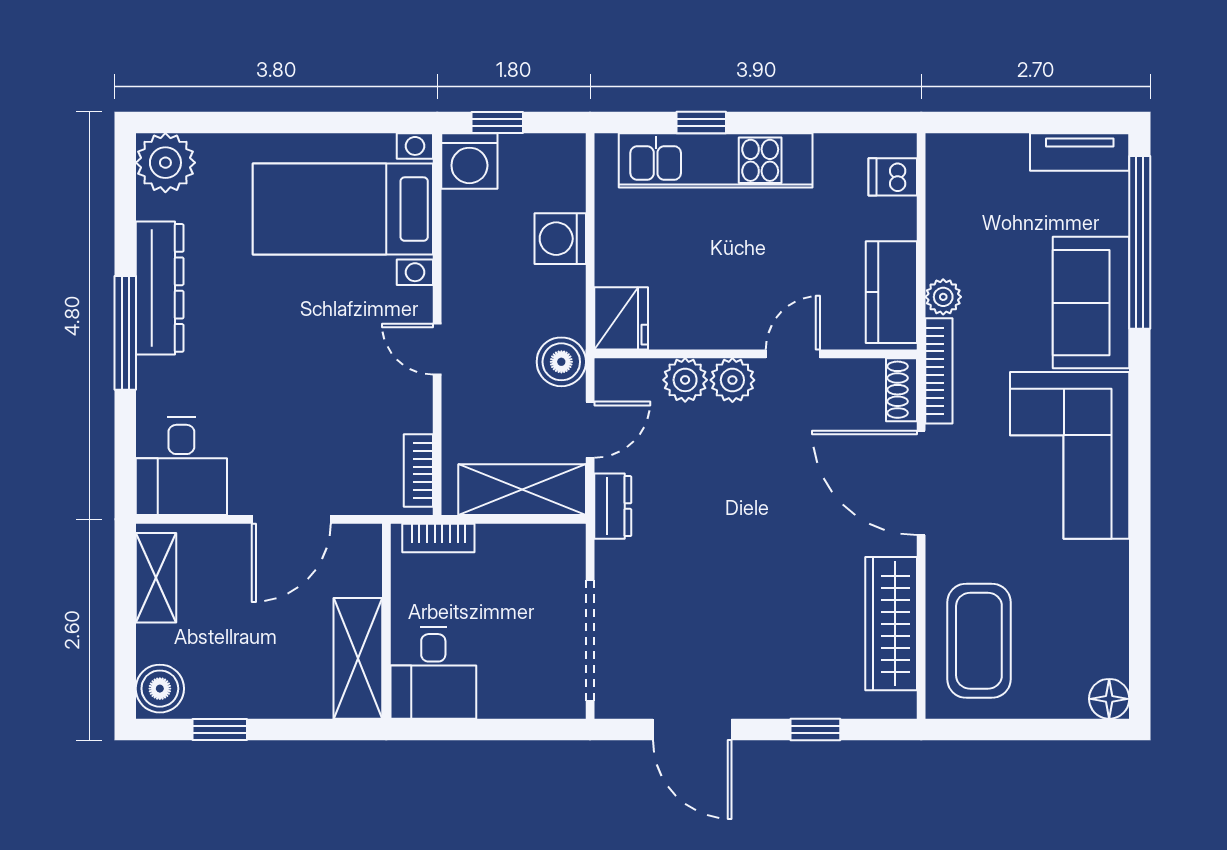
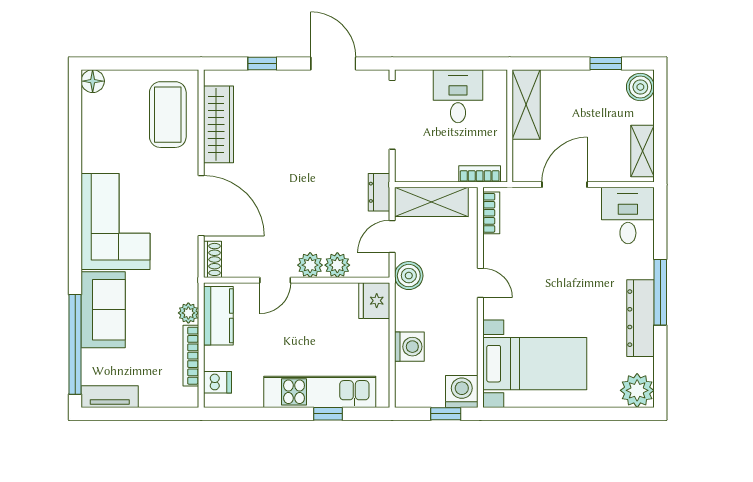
bookcase: (939, 371) -> (191, 356), moved
desk: (433, 673) -> (458, 96), moved

